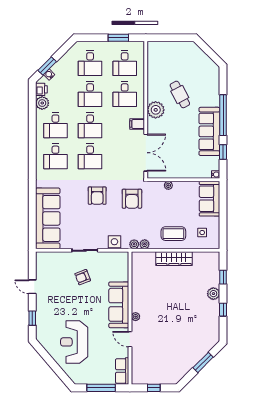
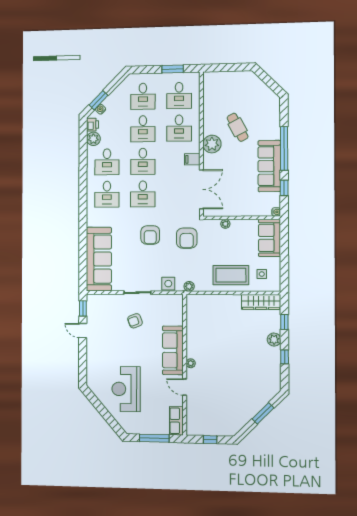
coffee table: (173, 234) -> (231, 275), width x1.36, depth x1.32
plant: (145, 244) -> (200, 286), removed
wardrobe: (174, 259) -> (261, 302), moved
window: (32, 318) -> (83, 308), moved

